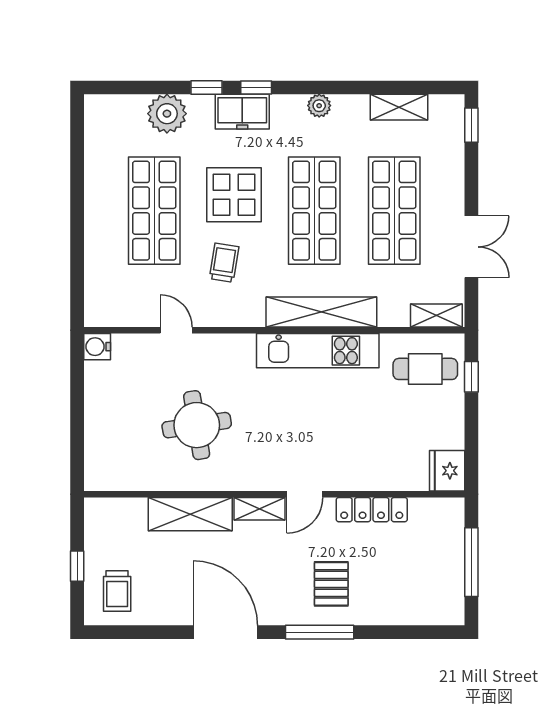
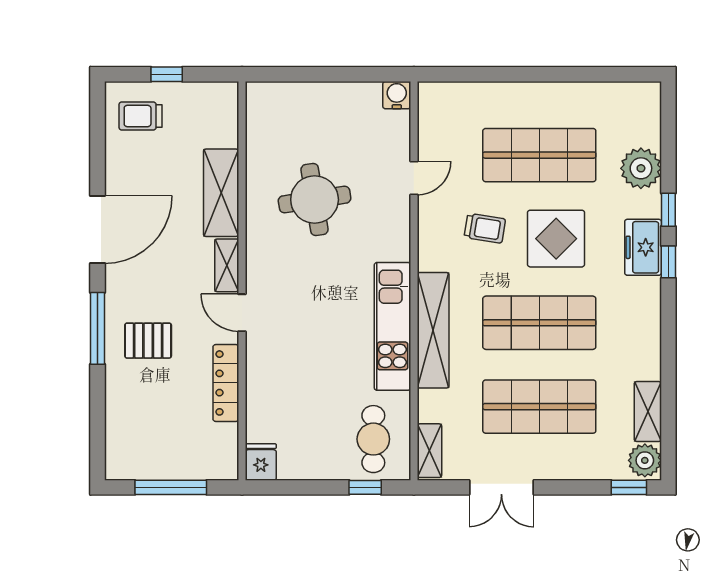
plant: (319, 106) -> (645, 460), moved, width x1.38, depth x1.38
fridge: (447, 471) -> (261, 462), width x0.72

